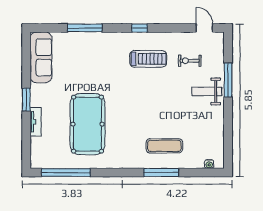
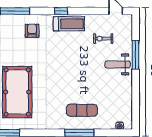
armchair: (105, 51) -> (32, 31), added
treadmill: (148, 59) -> (69, 24), moved

